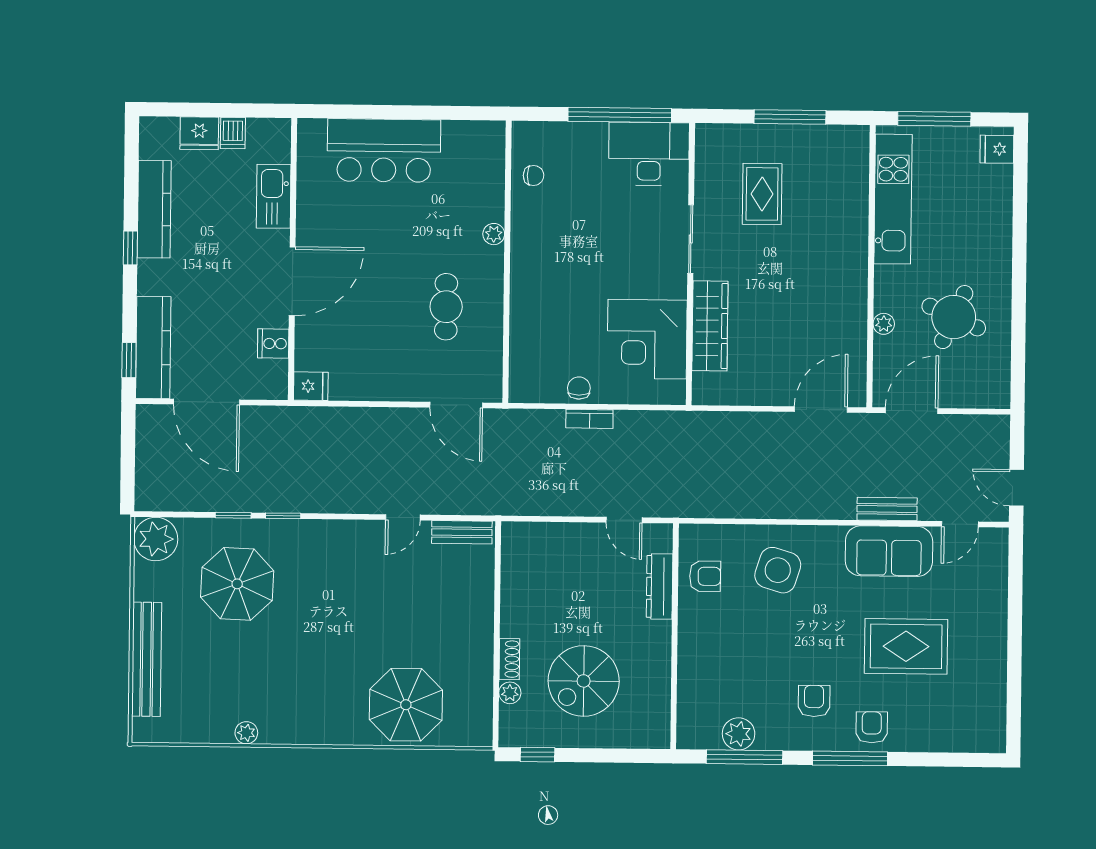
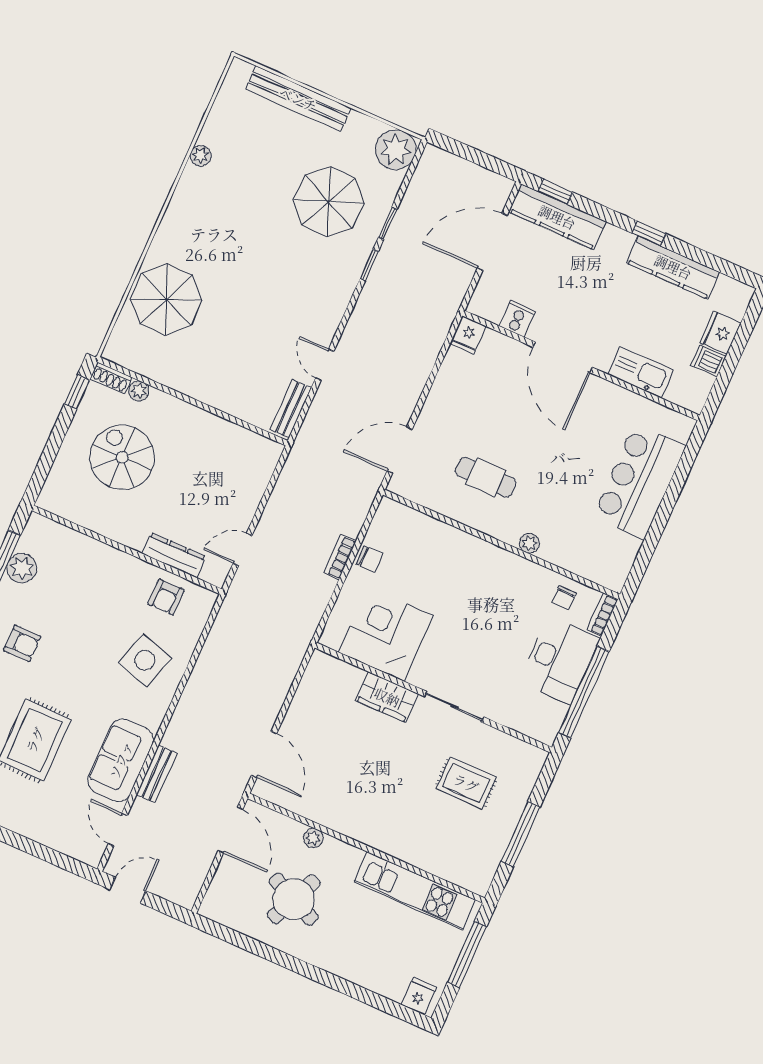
bookcase: (534, 130) -> (602, 615), added
desk: (649, 154) -> (559, 660), moved
wardrobe: (710, 326) -> (387, 697), width x0.67
shoe rack: (509, 659) -> (111, 378), moved

